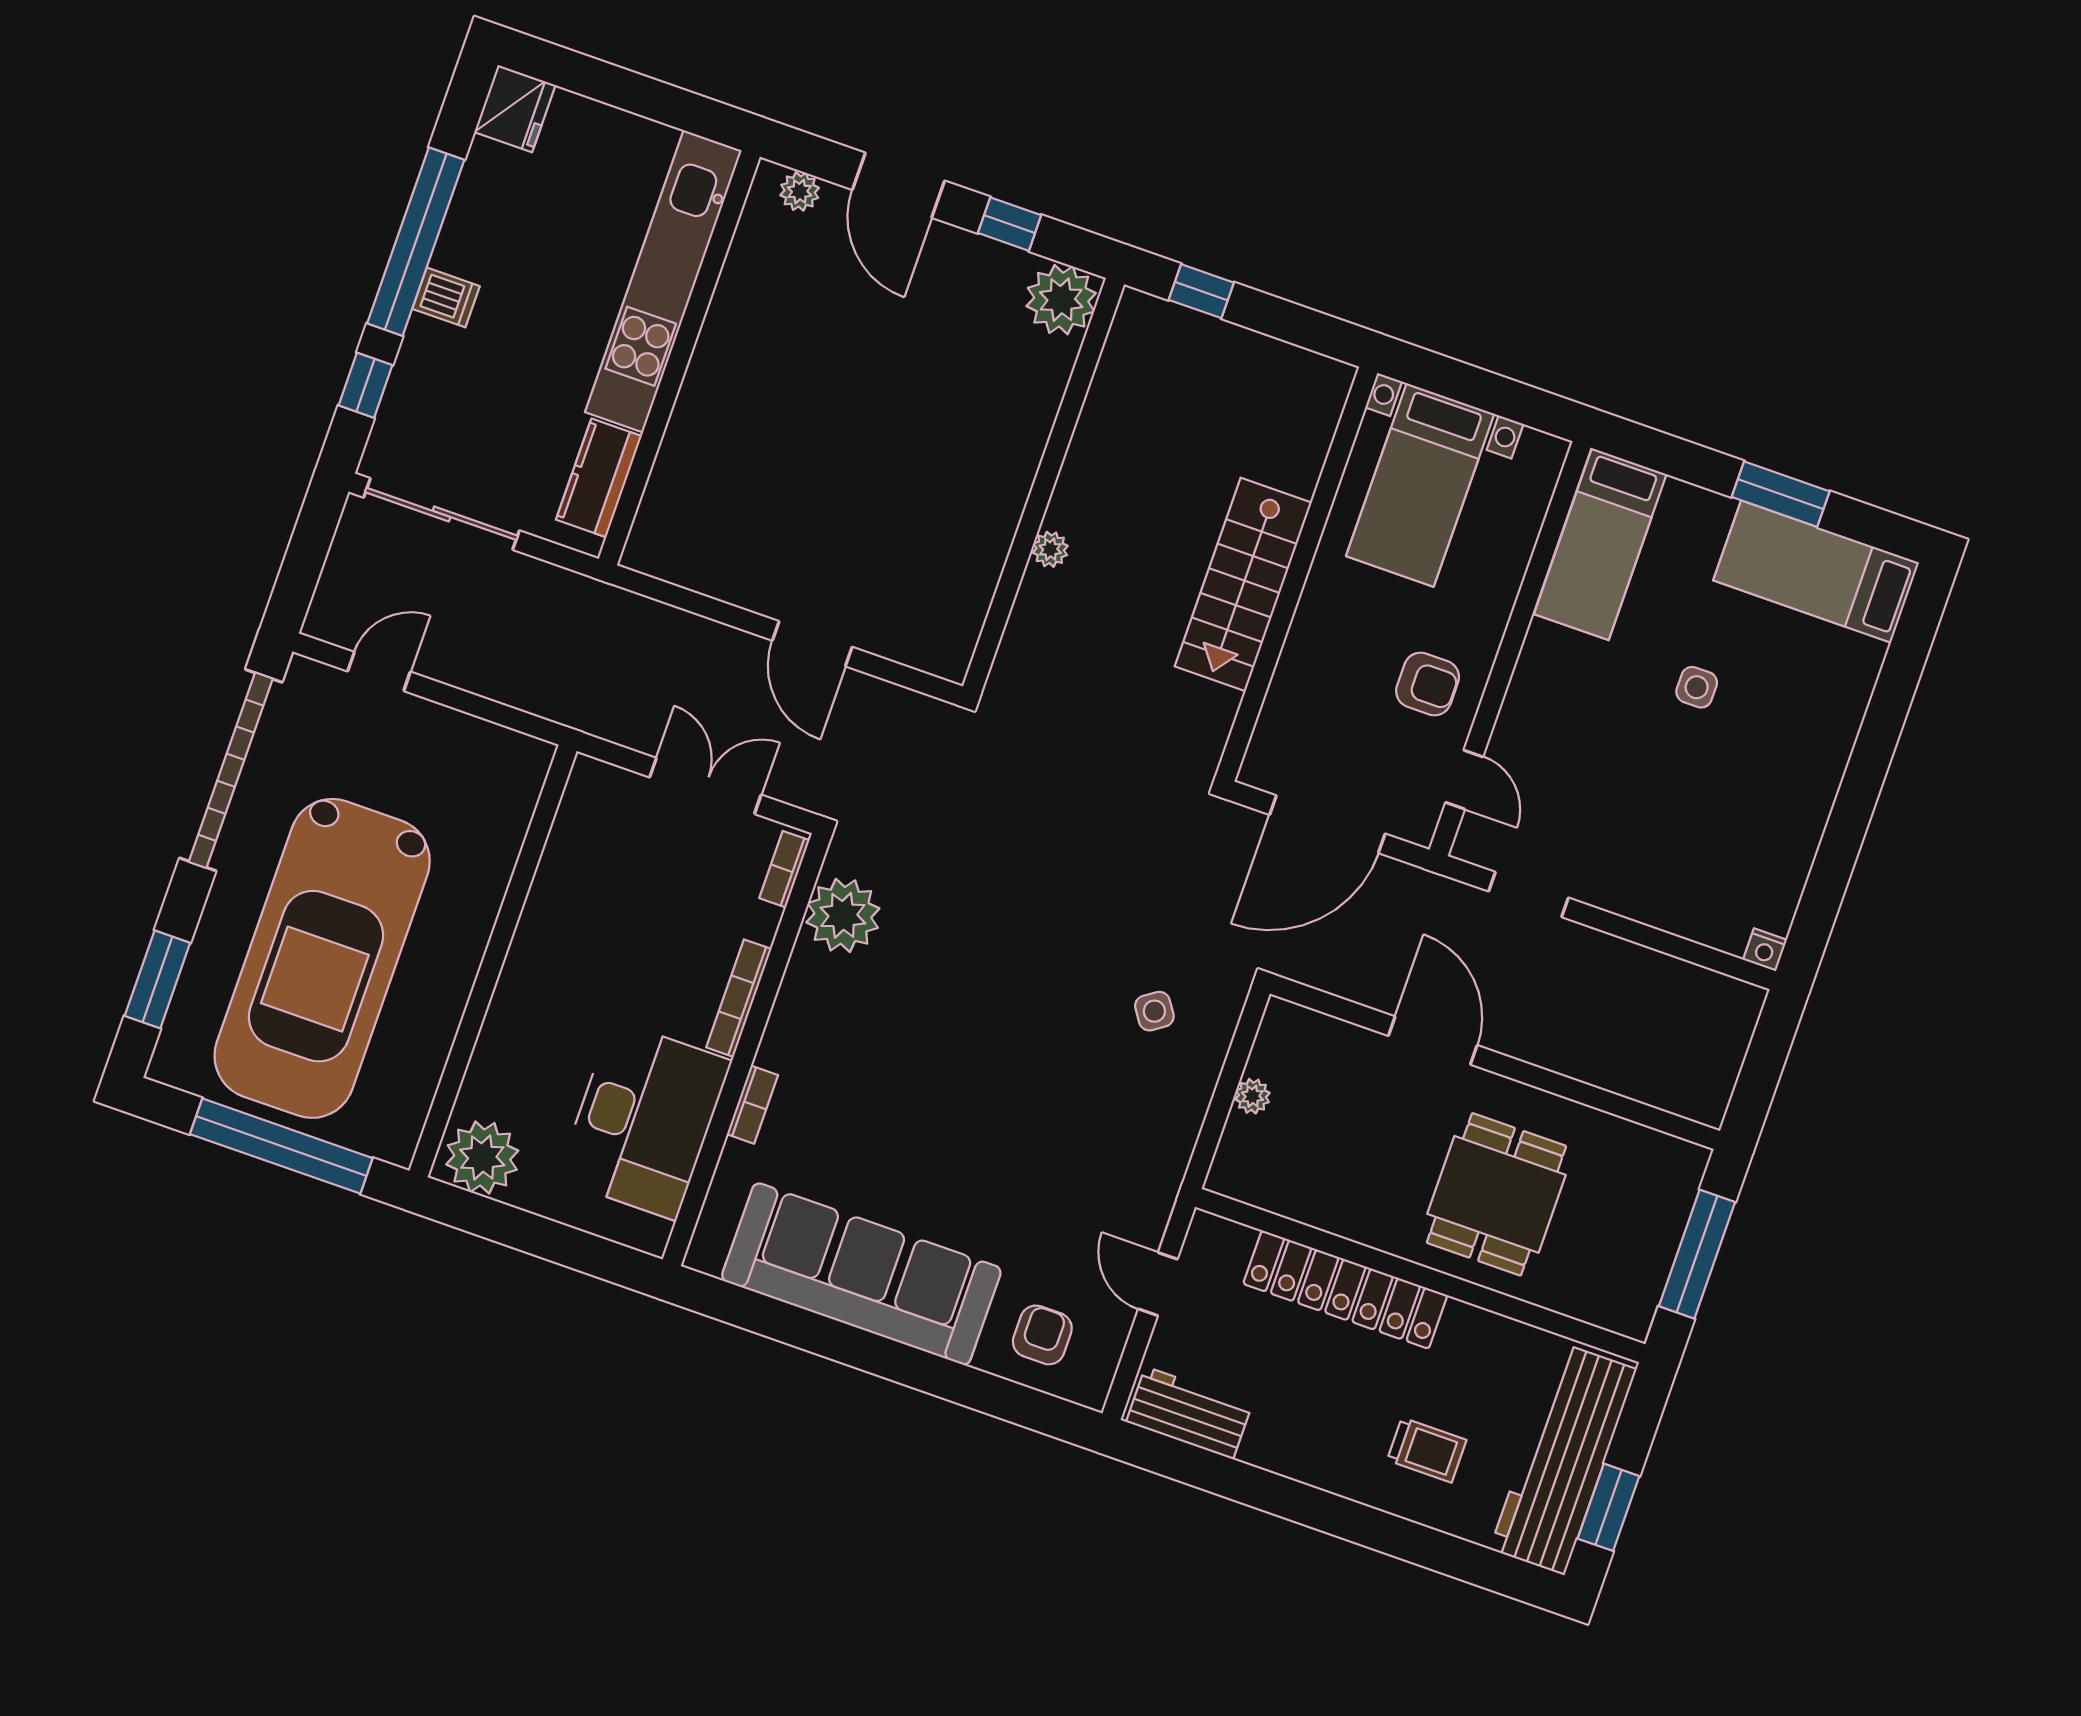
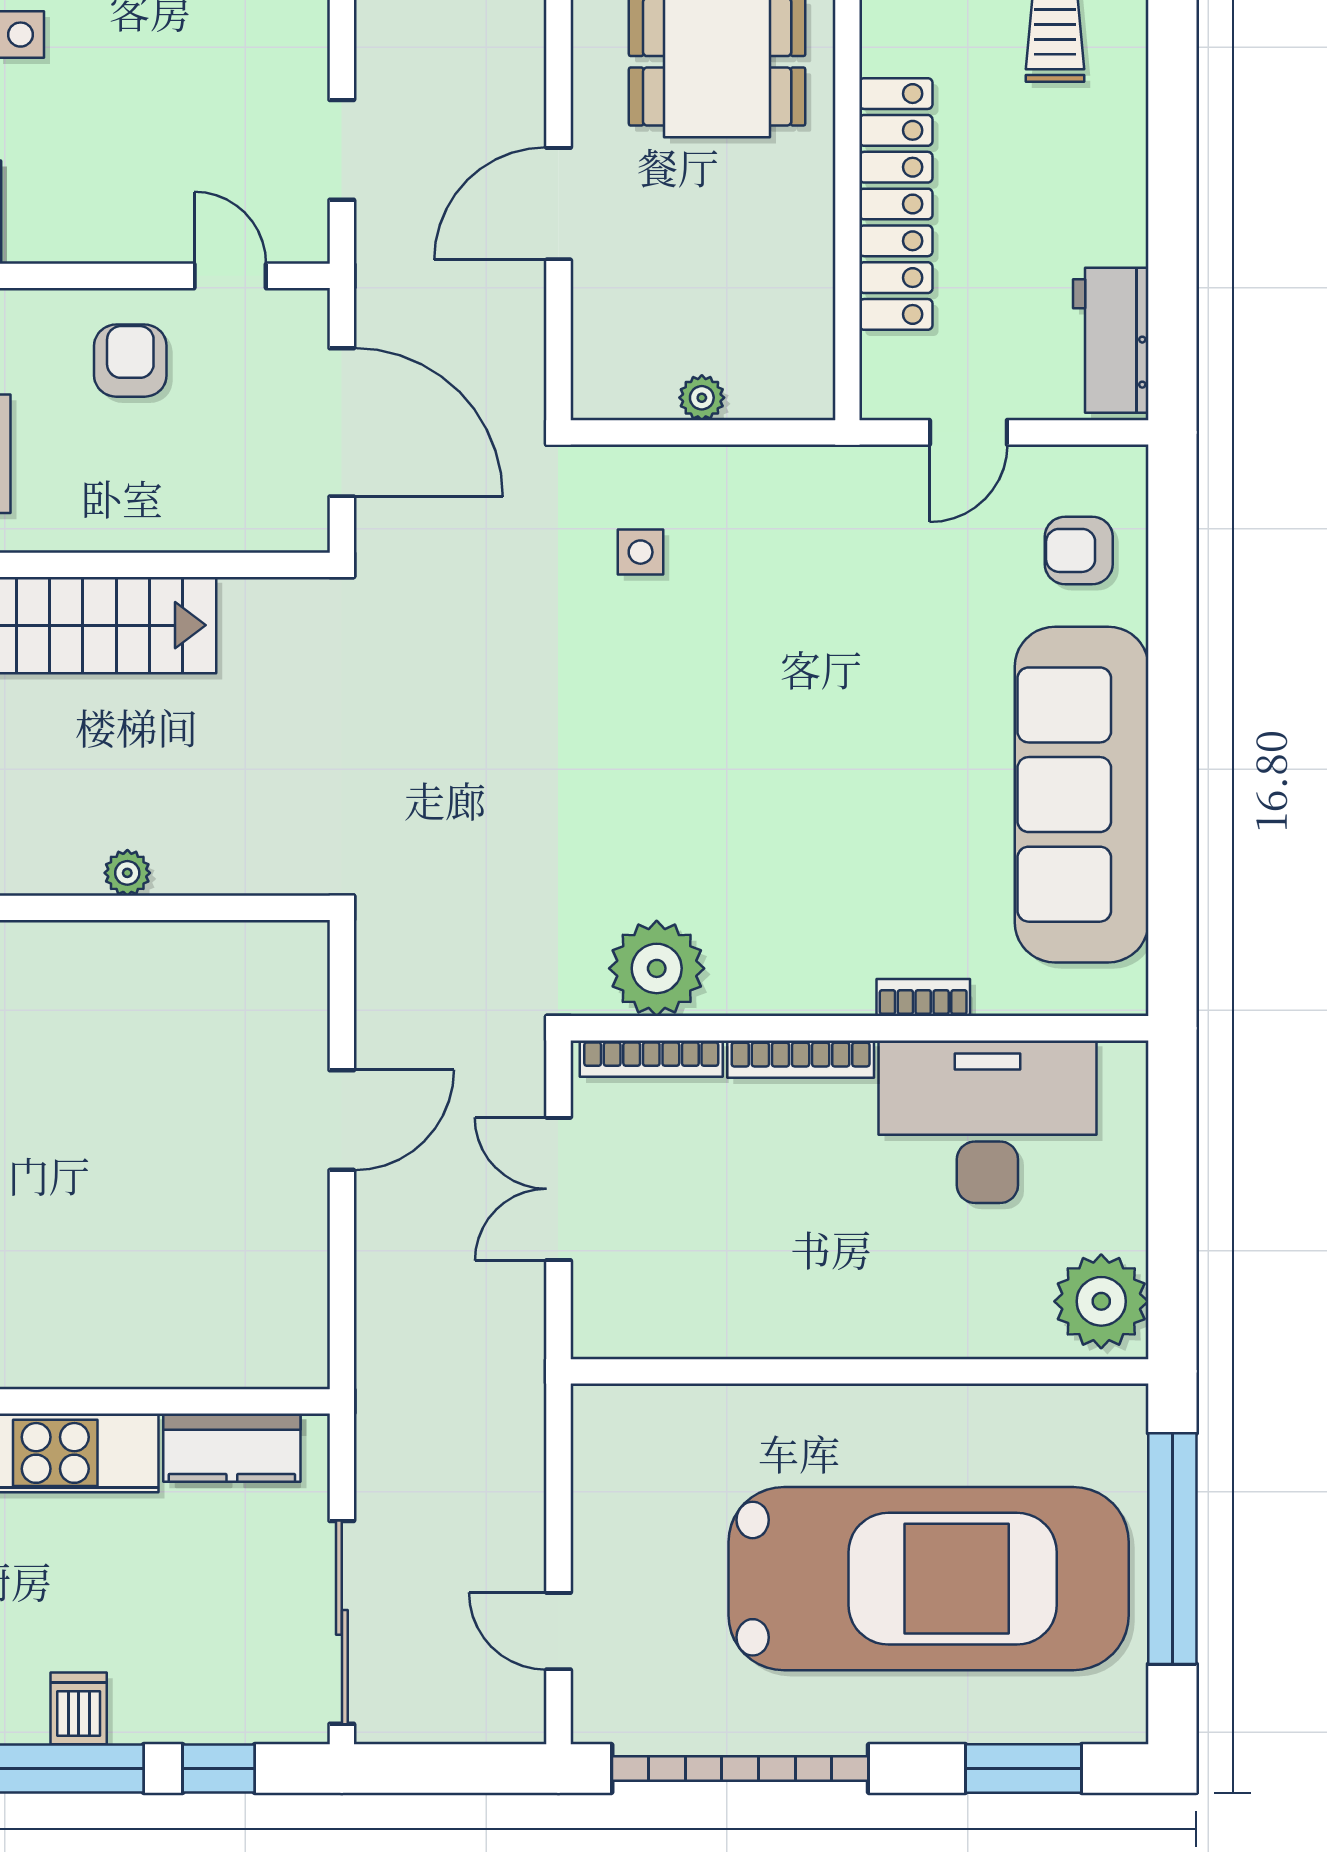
door: (1464, 780) -> (230, 276), hinge flipped
bookcase: (784, 869) -> (651, 1059), width x1.56
side table: (1154, 1011) -> (641, 552), turned 34

